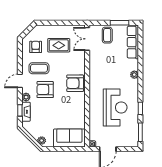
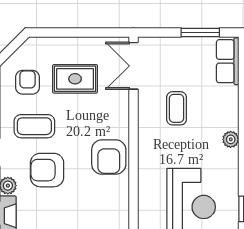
coffee table: (107, 35) -> (177, 108), moved
row of seats: (133, 42) -> (228, 61), width x0.68
armchair: (75, 83) -> (109, 157), turned -90

